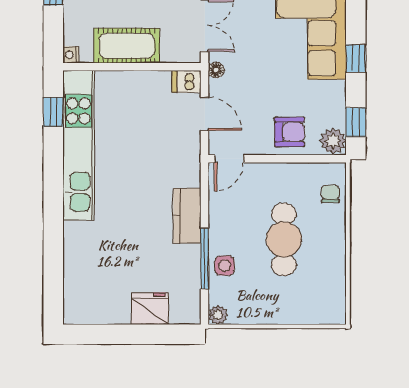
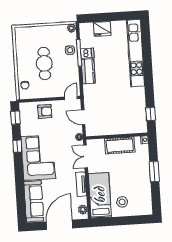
dishwasher: (187, 82) -> (87, 53), moved
armchair: (289, 132) -> (45, 112), turned 180
plant: (333, 141) -> (25, 109), removed
kitchen unit: (78, 145) -> (136, 53), moved

